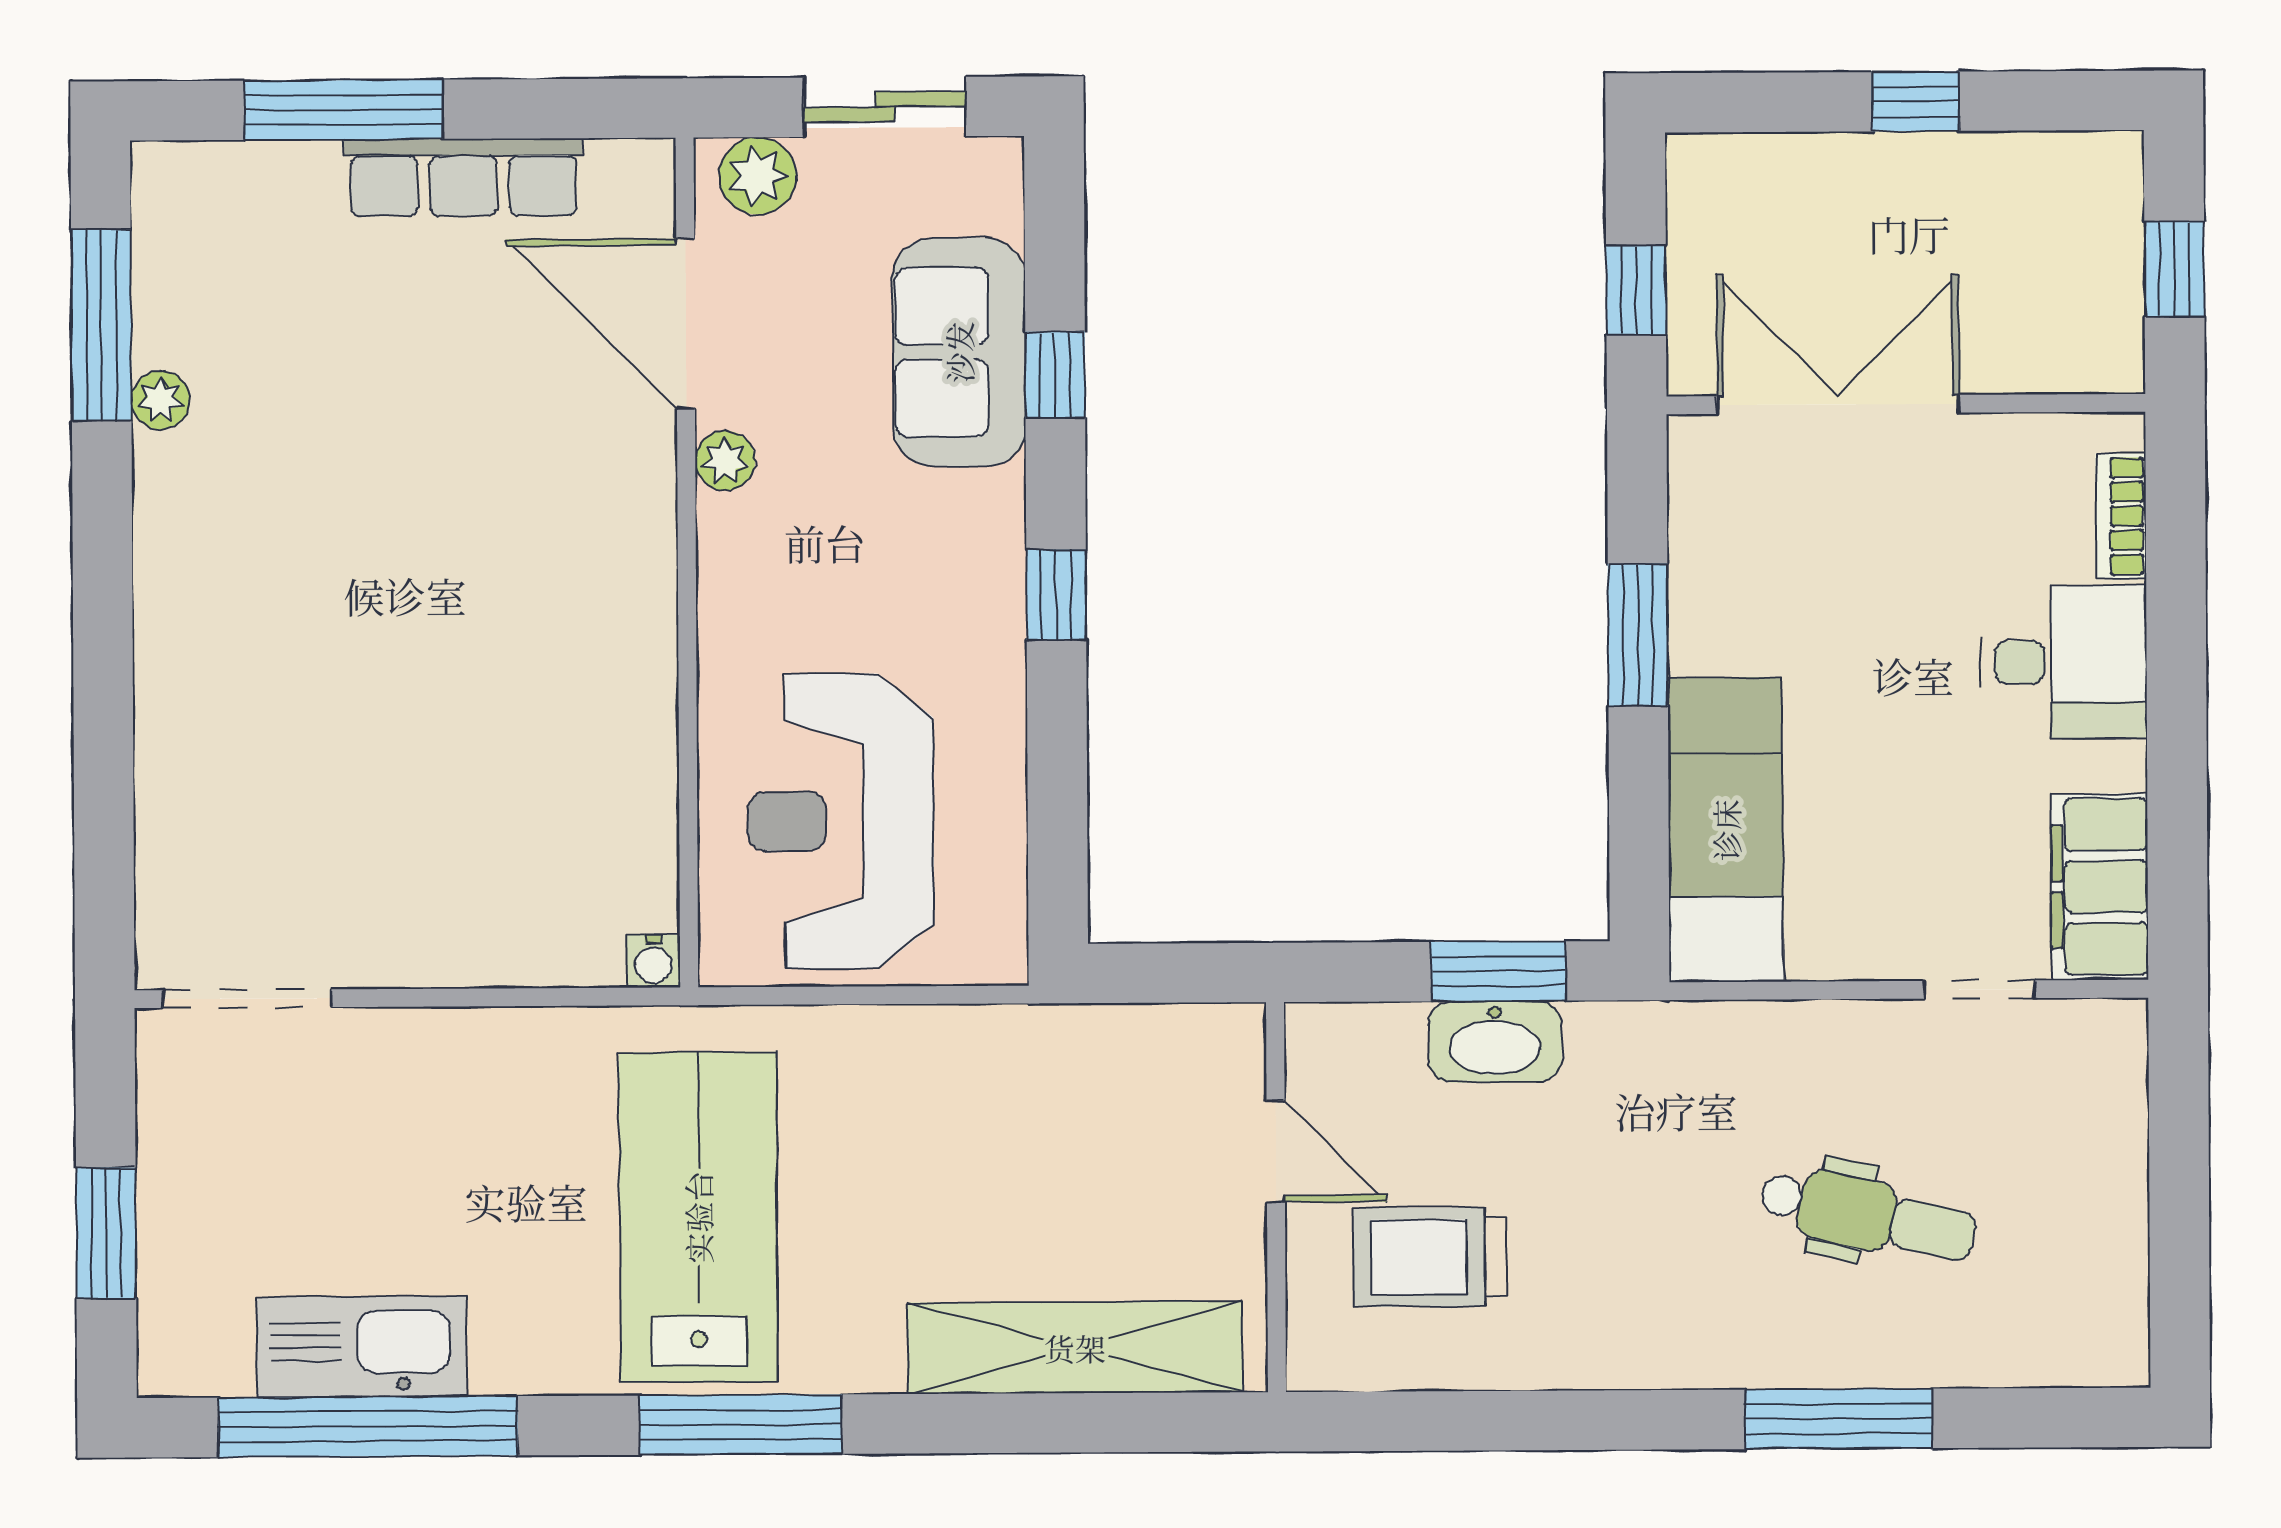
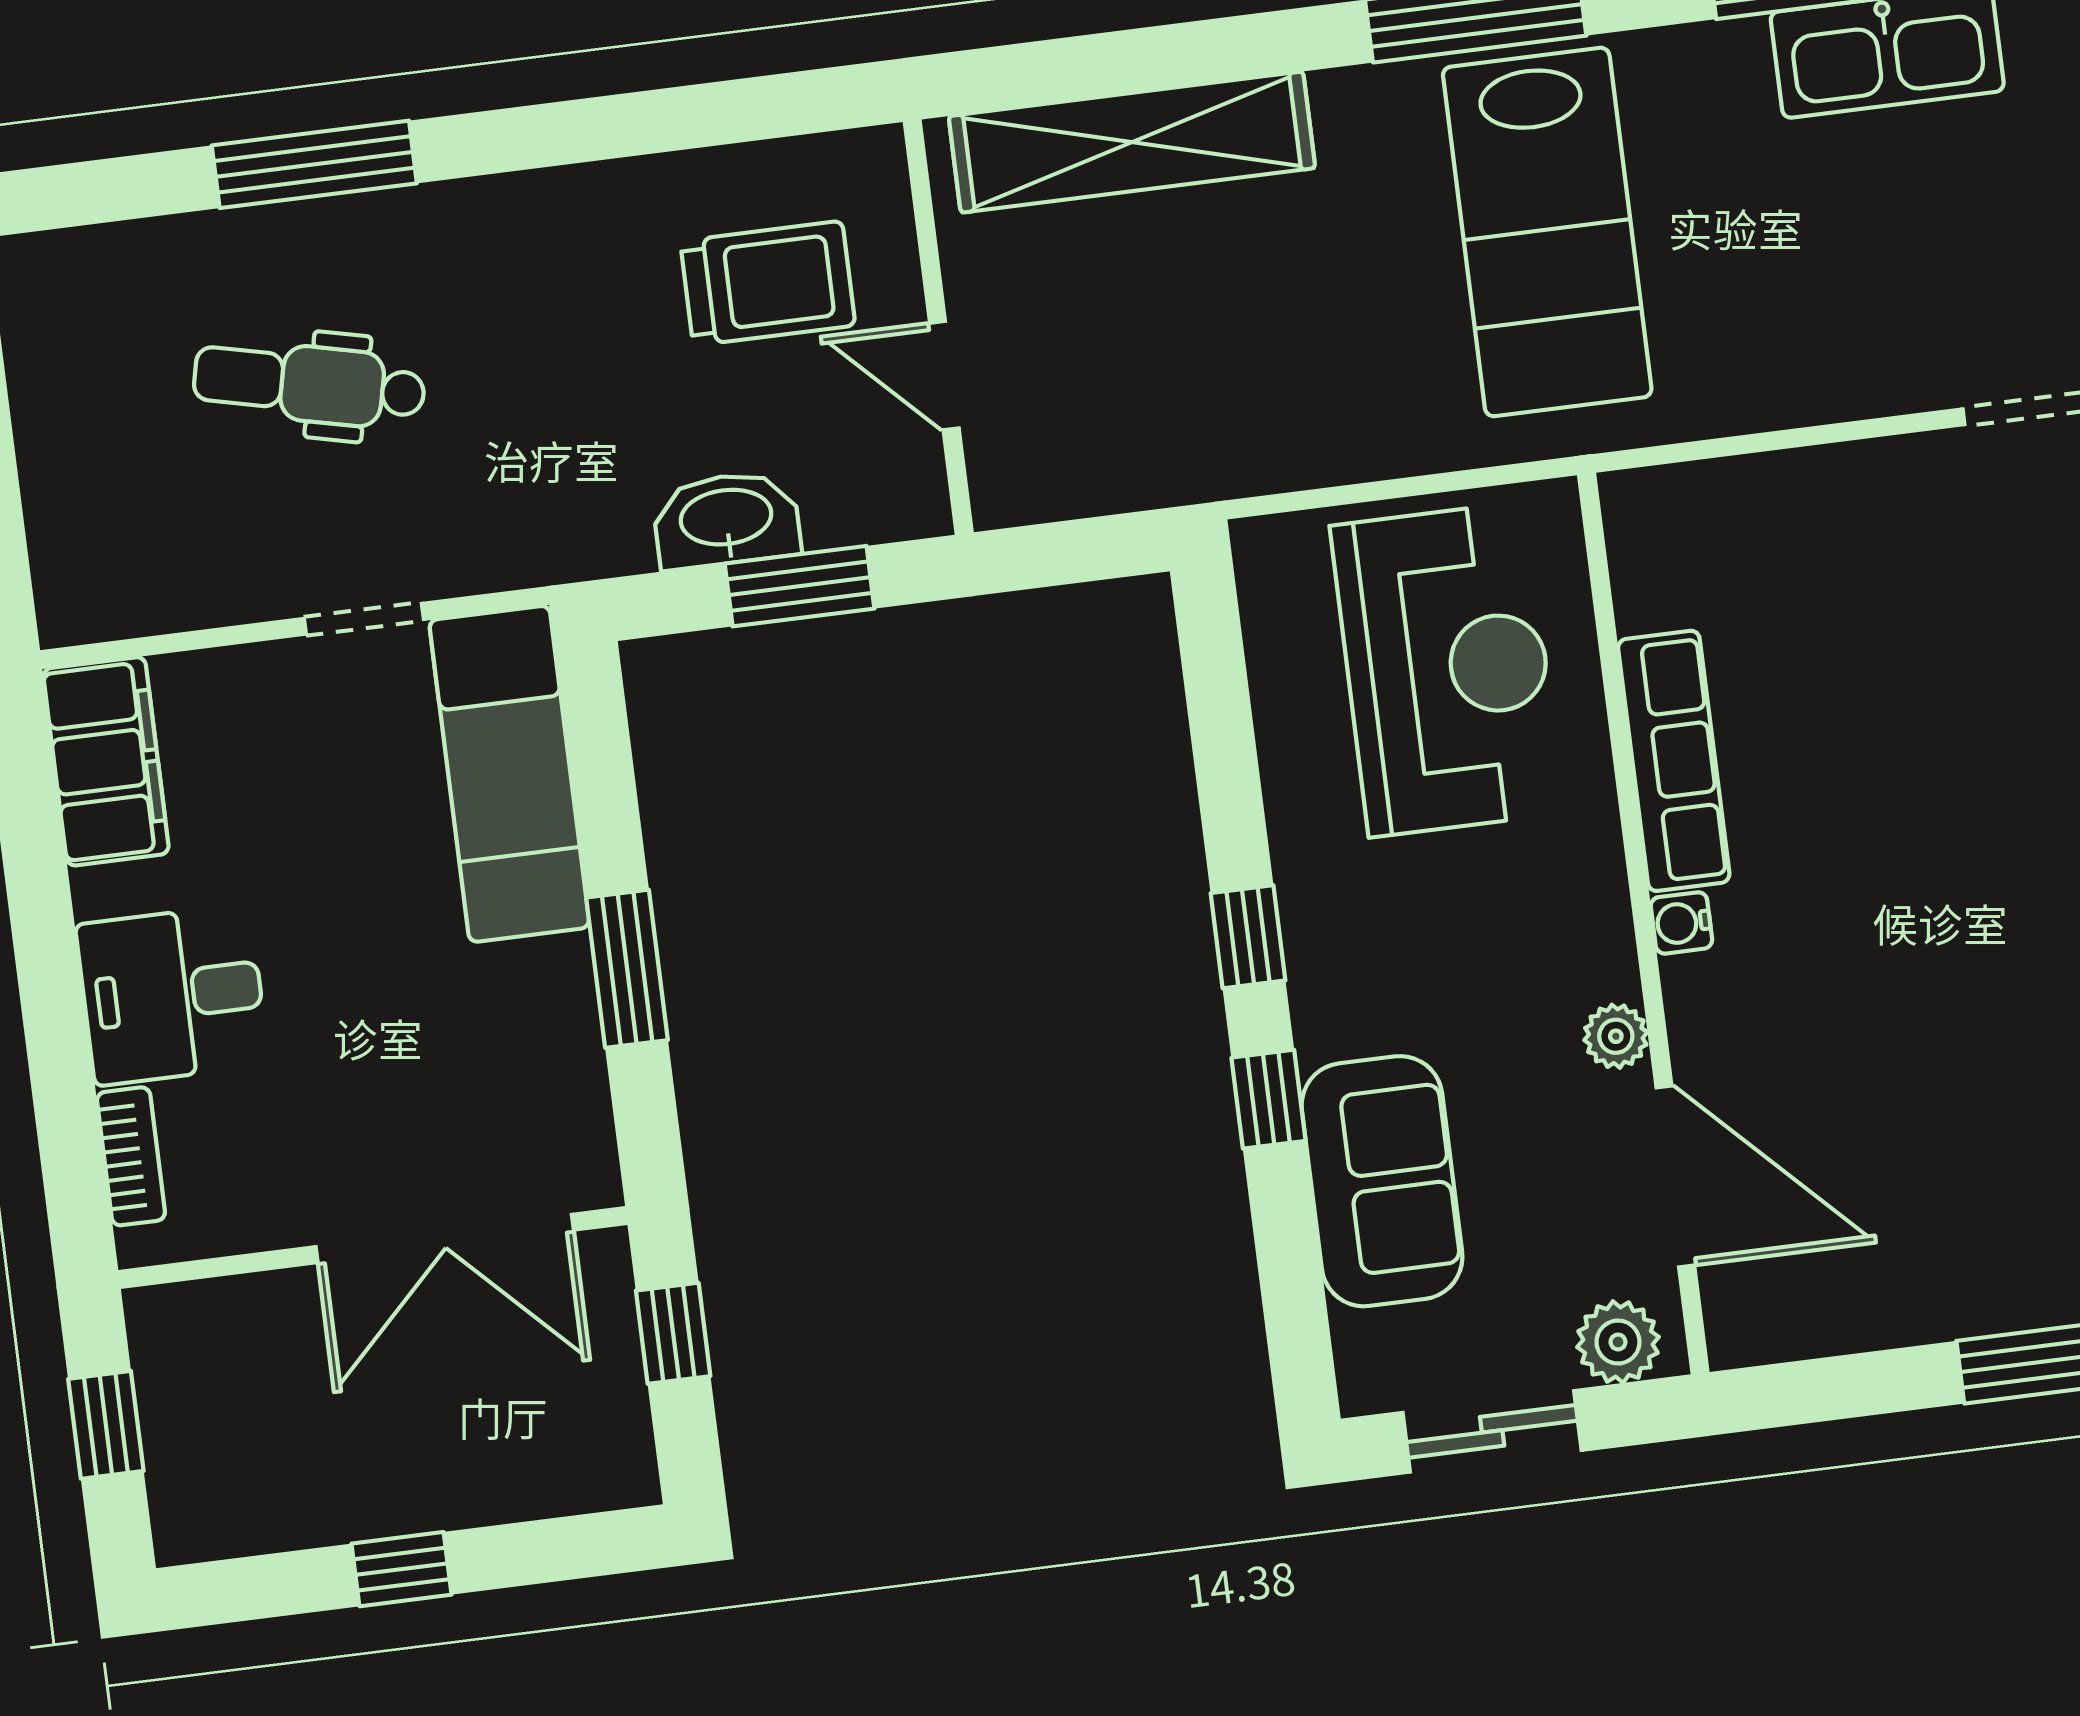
row of seats: (464, 177) -> (1674, 761), moved, turned 90
window: (1055, 375) -> (1269, 1099), moved
water cooler: (653, 961) -> (1681, 923), moved, turned -90
window: (1498, 971) -> (800, 586), moved
doorway: (1980, 990) -> (364, 619), moved

